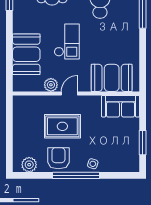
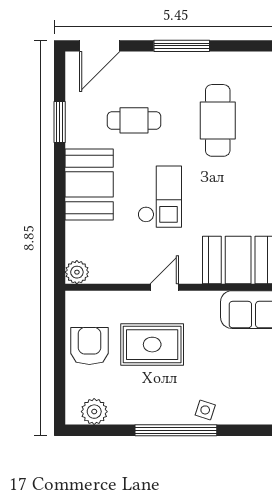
booth: (26, 54) -> (89, 184), moved
plant: (51, 85) -> (77, 272), moved
armchair: (58, 158) -> (89, 346), moved

